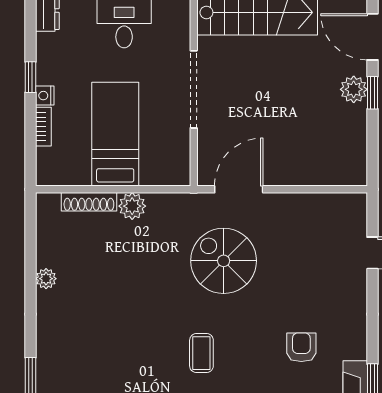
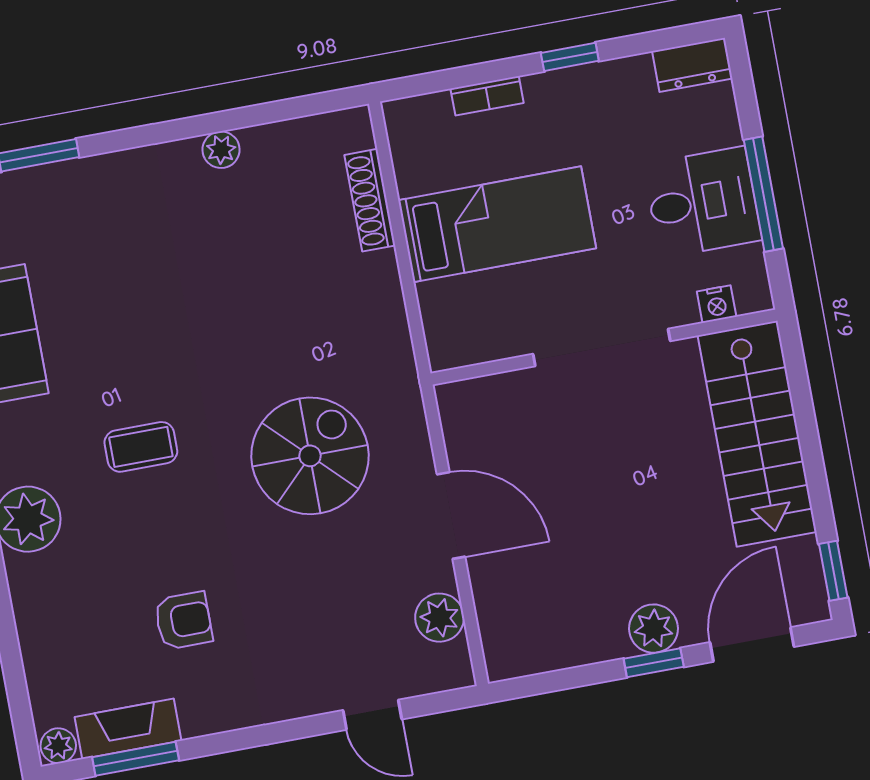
nightstand: (45, 96) -> (717, 304), moved, turned 180
door: (239, 189) -> (451, 516), moved
plant: (132, 206) -> (440, 618), moved

